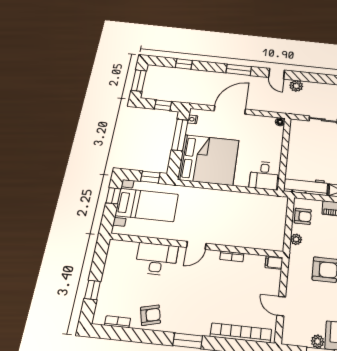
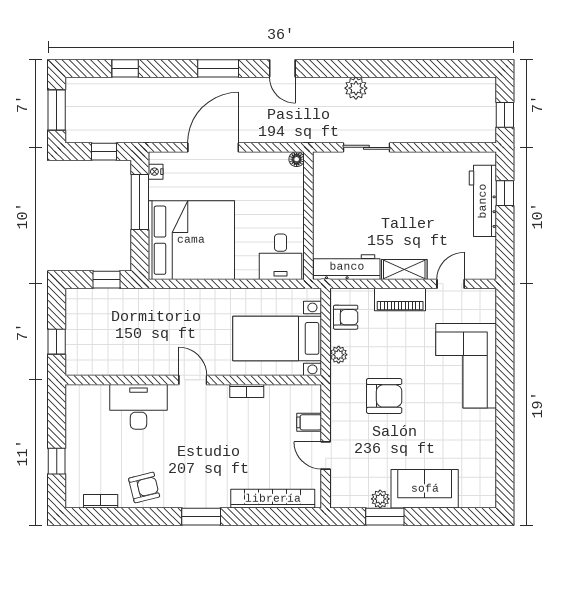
plant: (296, 86) -> (356, 88), moved
window: (113, 196) -> (57, 342), moved
bed with nightstands: (147, 205) -> (277, 338), moved, turned 180
door: (196, 245) -> (193, 380), swing flipped
filing cabinet: (274, 262) -> (309, 422), moved

